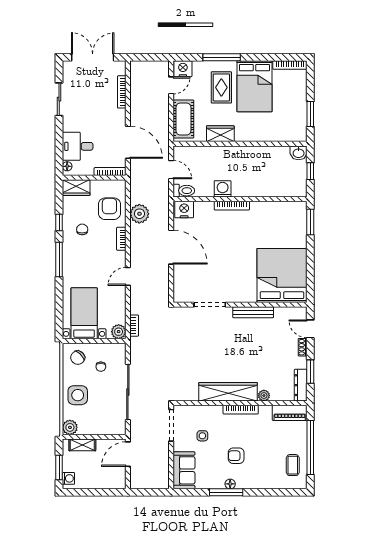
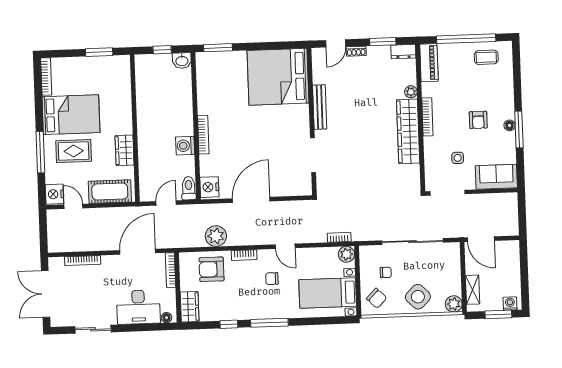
desk: (78, 146) -> (138, 307), width x1.37
washbasin: (299, 153) -> (182, 61), moved, turned 90
chair: (82, 229) -> (272, 279), moved
dresser: (301, 385) -> (403, 52), width x0.70
side table: (78, 395) -> (418, 297), turned 45

